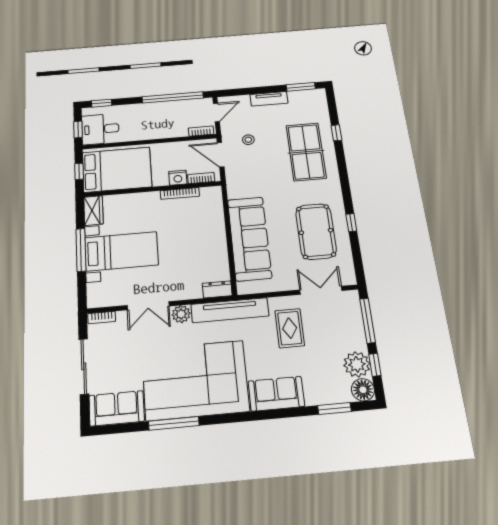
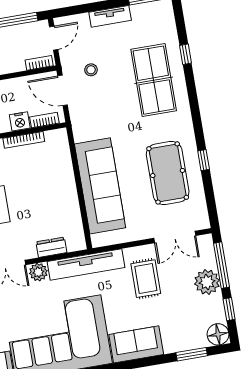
dresser: (217, 289) -> (51, 247), moved
double door: (321, 290) -> (175, 237), swing flipped
plant: (357, 364) -> (207, 282), moved

